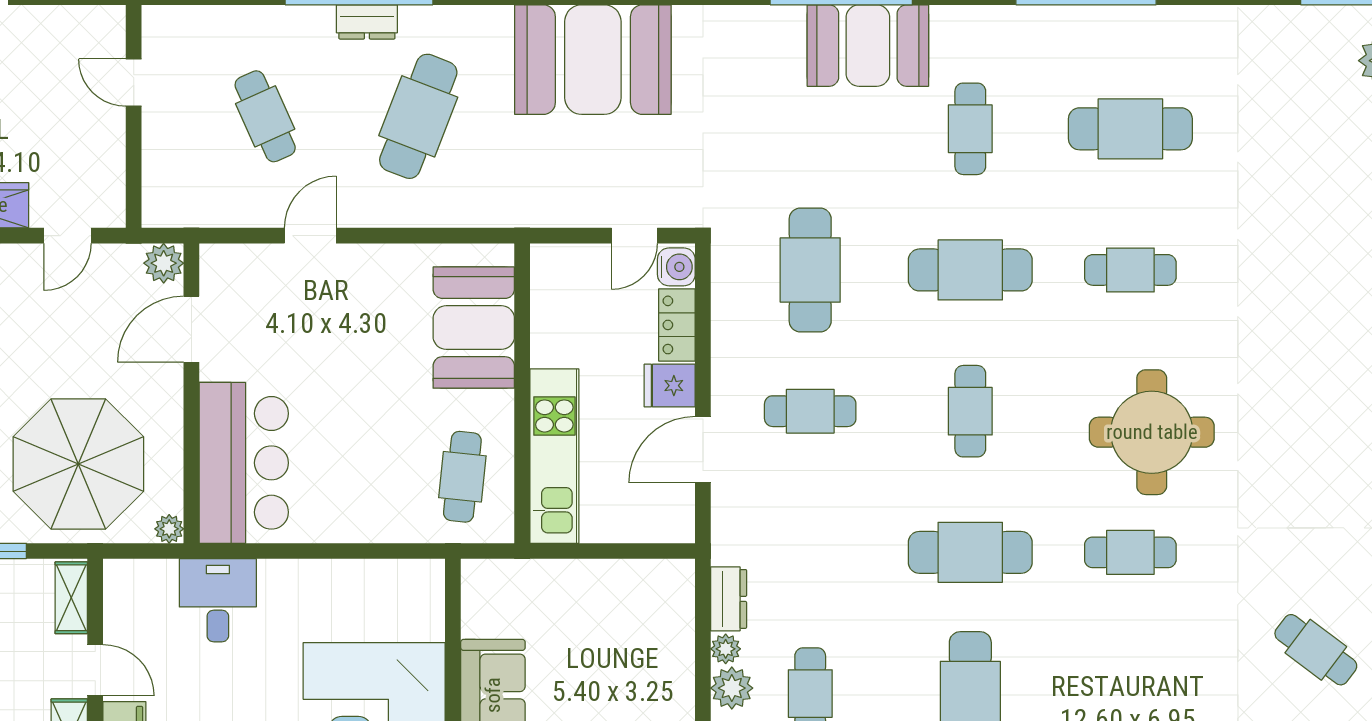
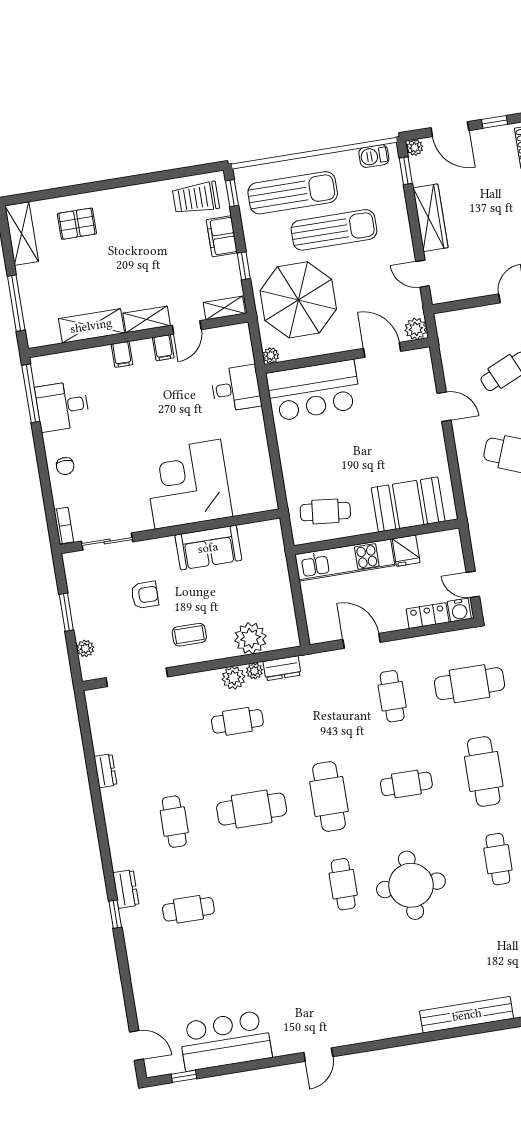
fridge: (670, 386) -> (406, 551), moved, turned 180
plant: (666, 646) -> (250, 638), added
cafe table: (1316, 650) -> (306, 994), removed

